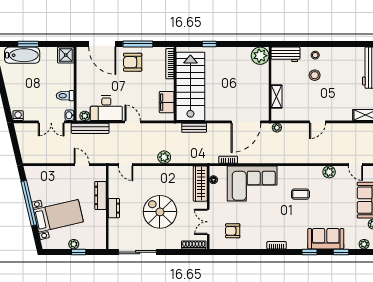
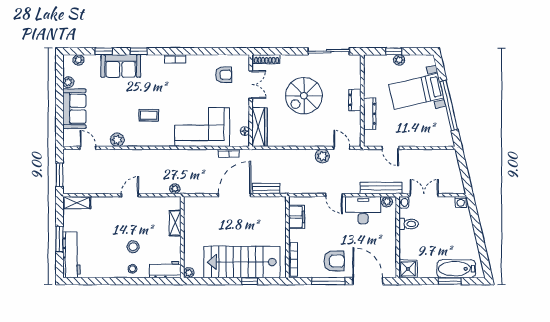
plant: (260, 56) -> (189, 273), width x0.53, depth x0.53
stairs: (190, 86) -> (242, 262), moved, turned 90
door: (246, 122) -> (235, 195), moved
plant: (164, 157) -> (322, 156), moved
spiral stairs: (160, 212) -> (304, 96), turned 90

